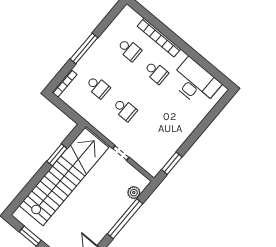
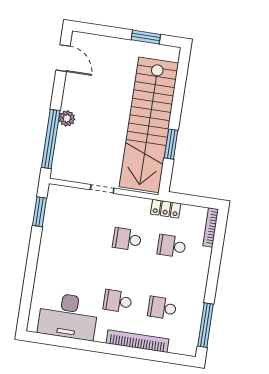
window: (84, 48) -> (206, 325), moved
locker: (87, 114) -> (166, 209), added
plant: (134, 193) -> (67, 118), moved
window: (125, 219) -> (51, 139), moved

